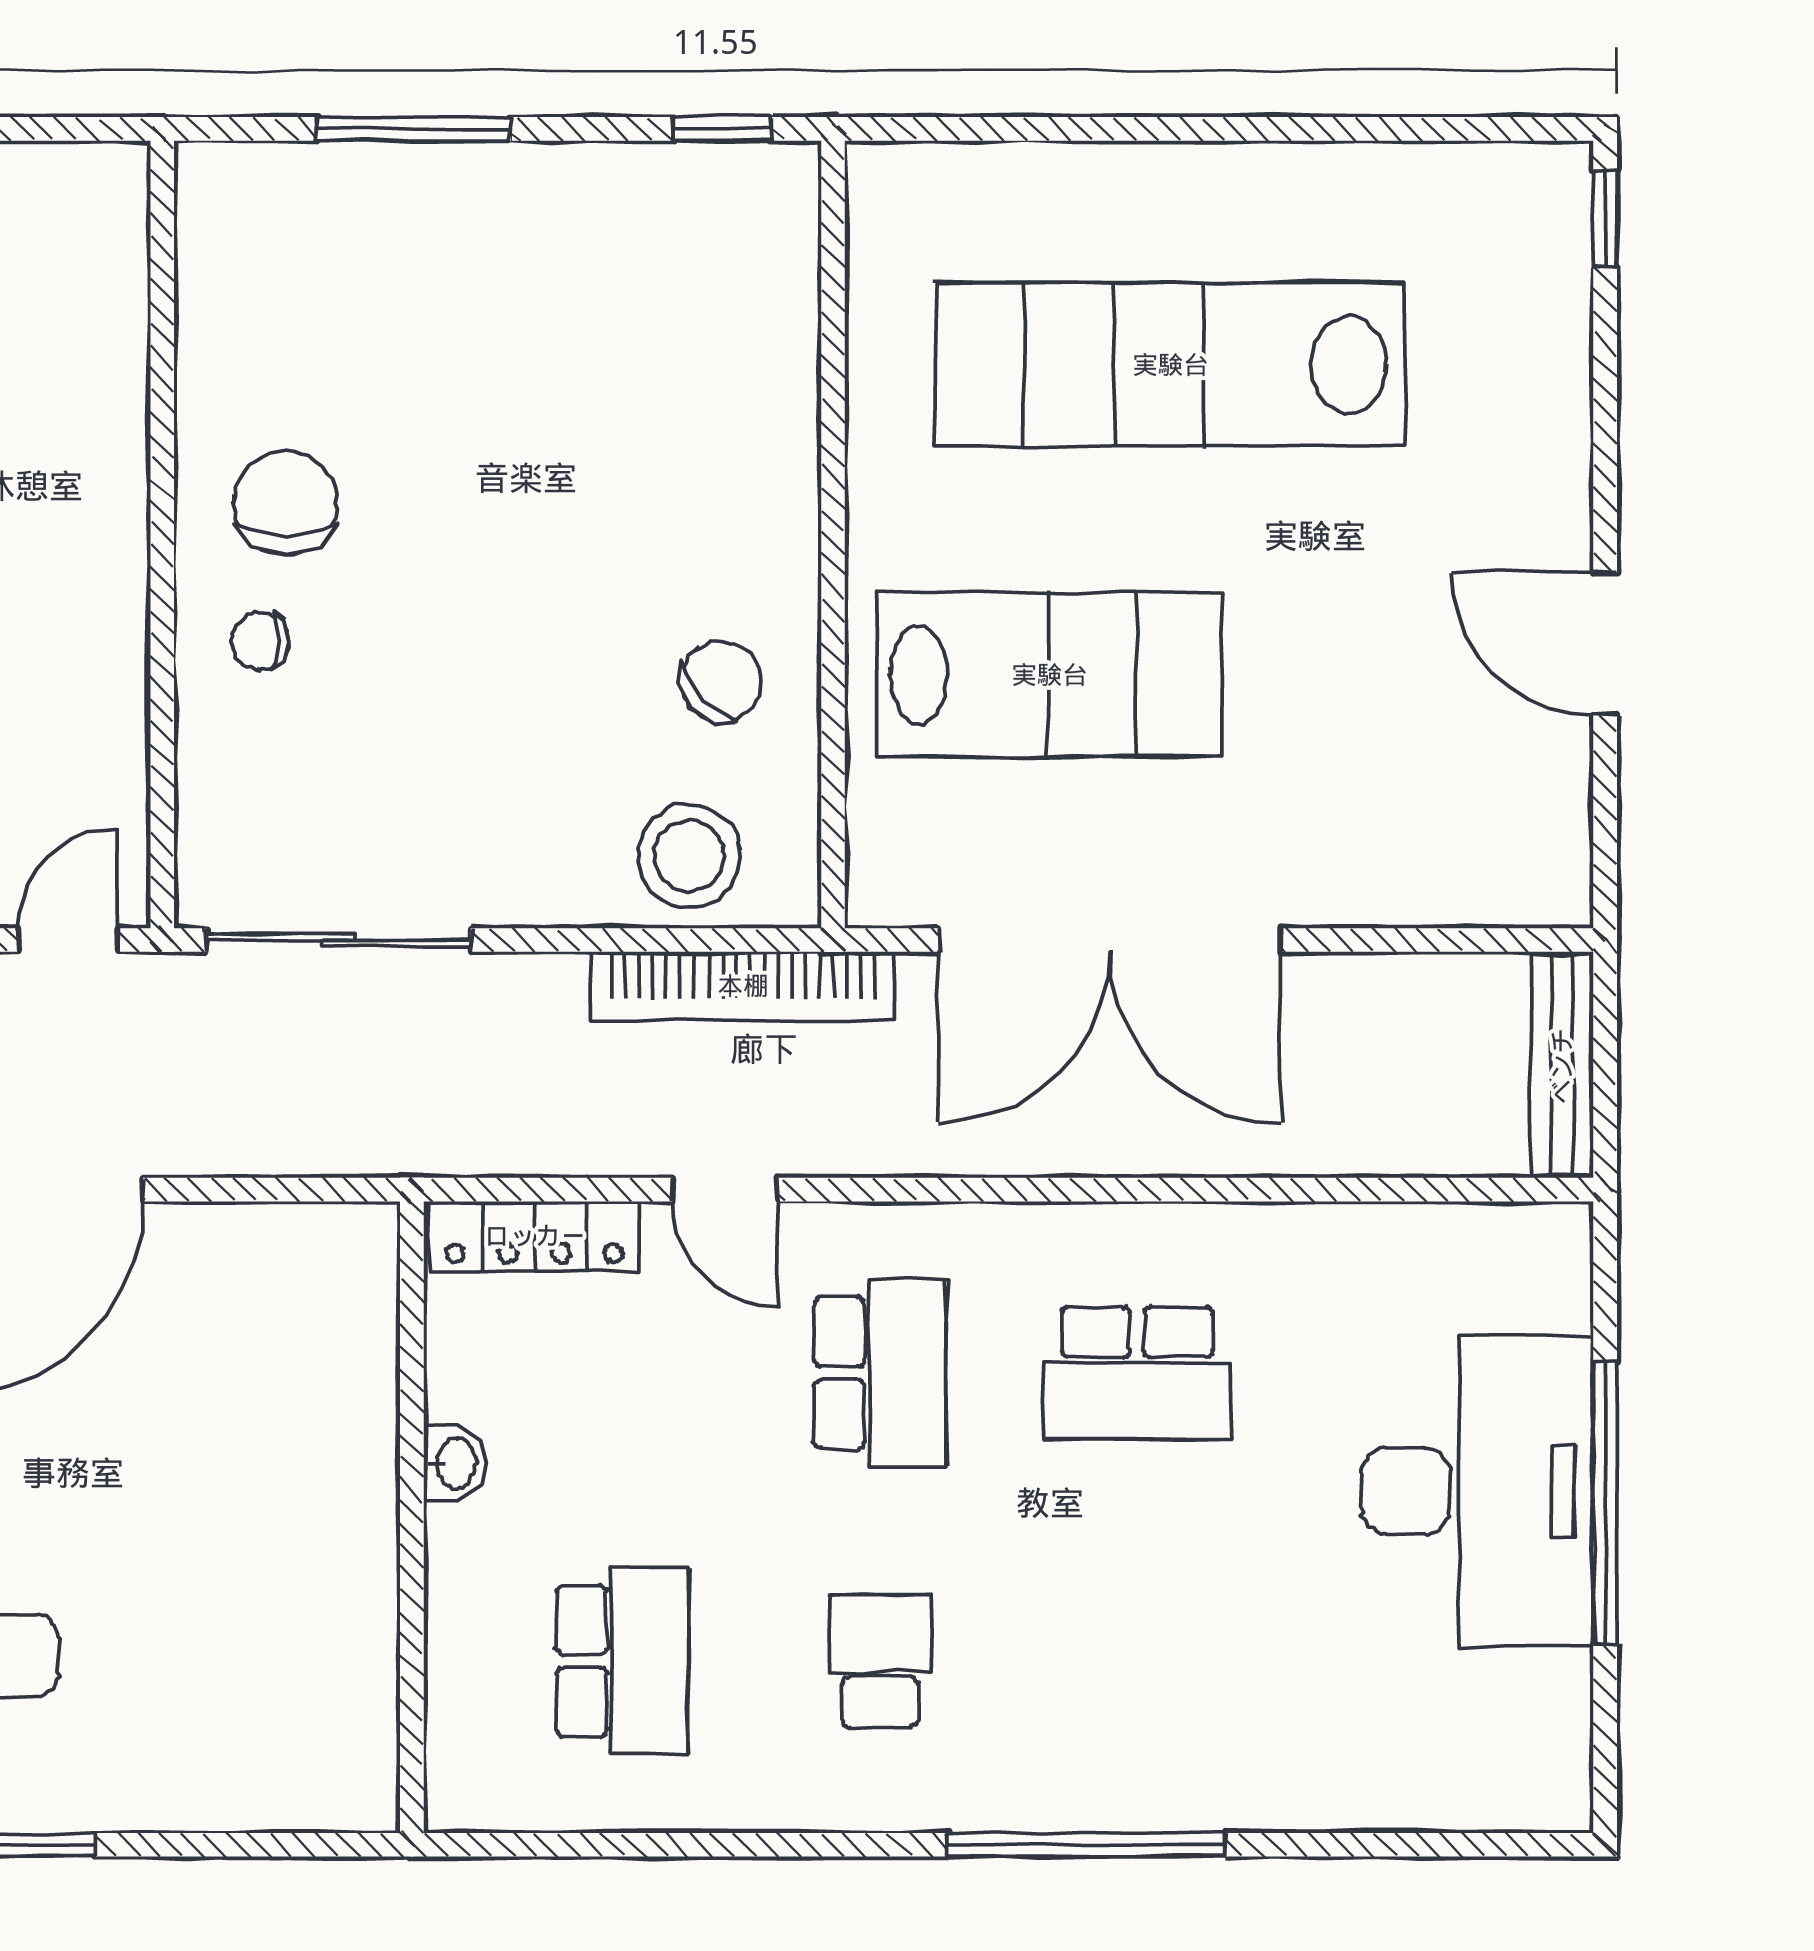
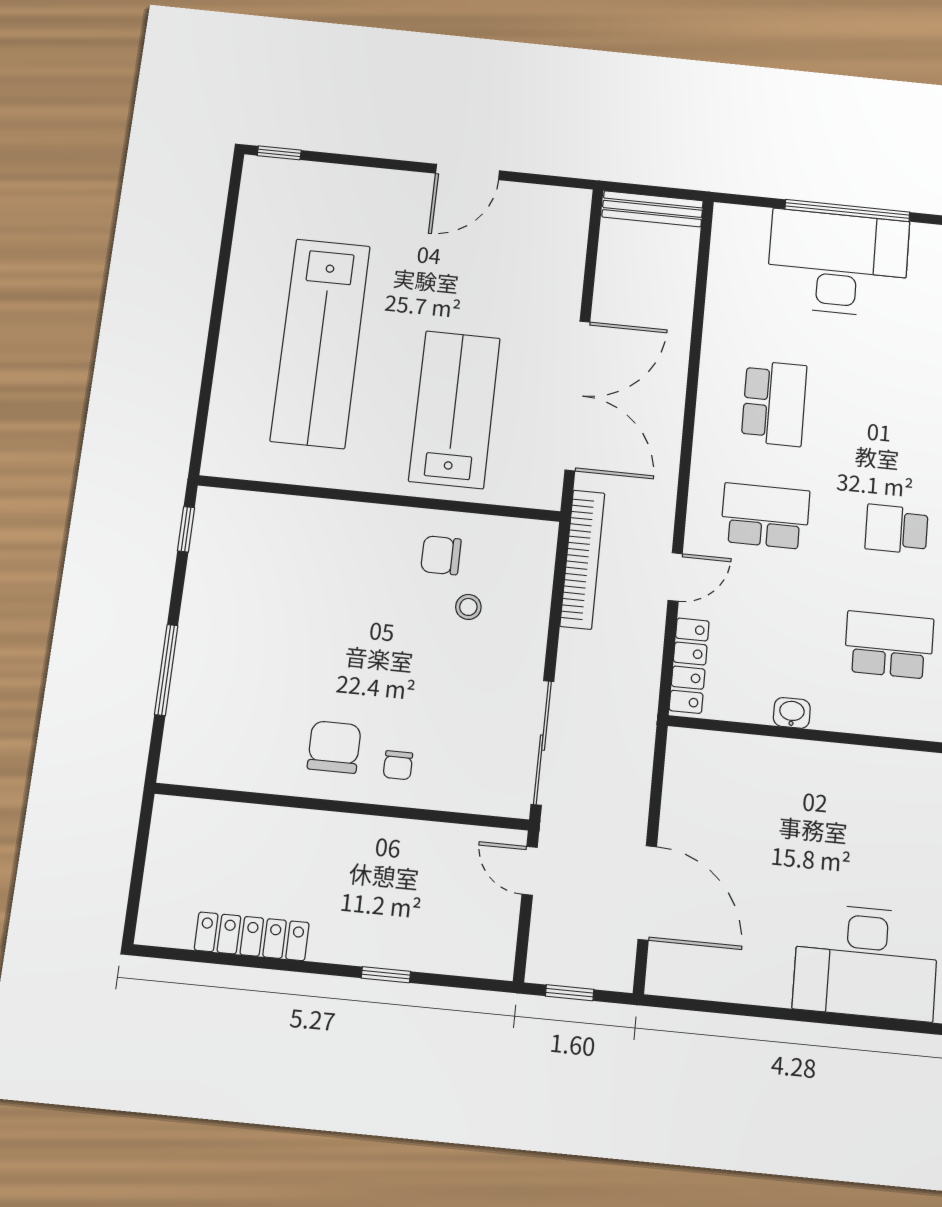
chair: (285, 503) -> (334, 747), turned 90
chair: (721, 681) -> (441, 555), turned -48
stool: (689, 856) -> (468, 607), moved, width x0.53, depth x0.53

